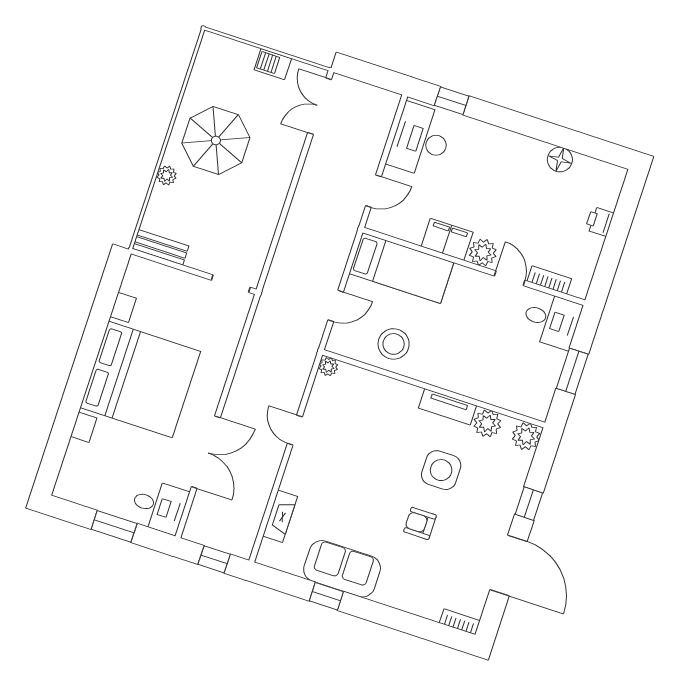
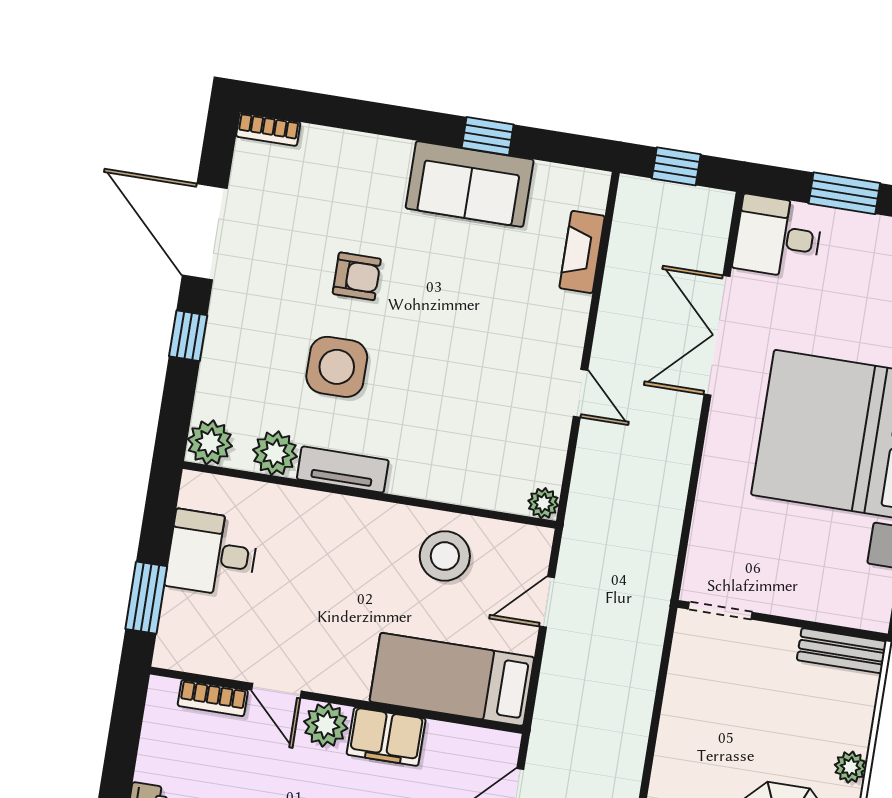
desk: (551, 320) -> (212, 554), moved
window: (572, 371) -> (146, 598), moved

